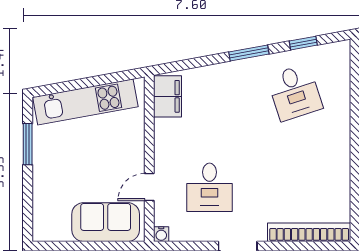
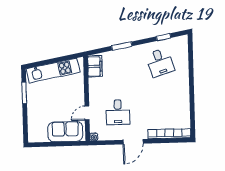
window: (249, 53) -> (122, 46), moved

